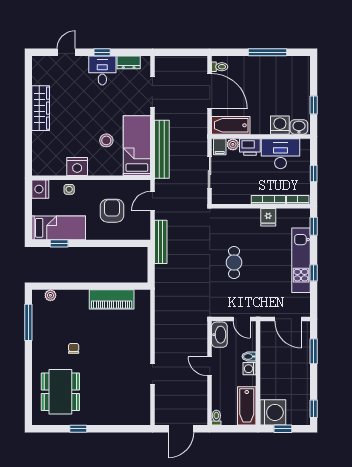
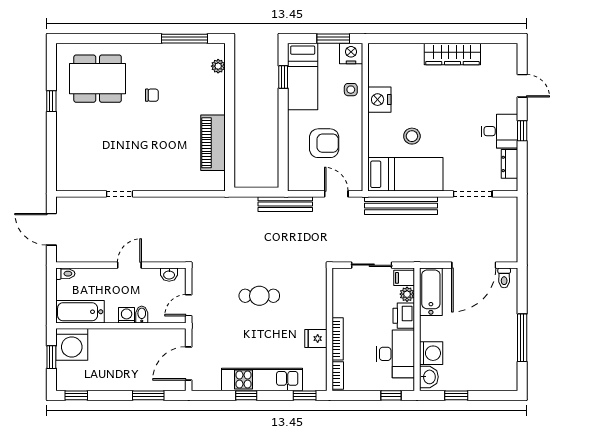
window: (314, 173) -> (391, 395), moved
window: (28, 203) -> (333, 39), added
washbasin: (219, 335) -> (169, 275), width x0.52, depth x0.69

